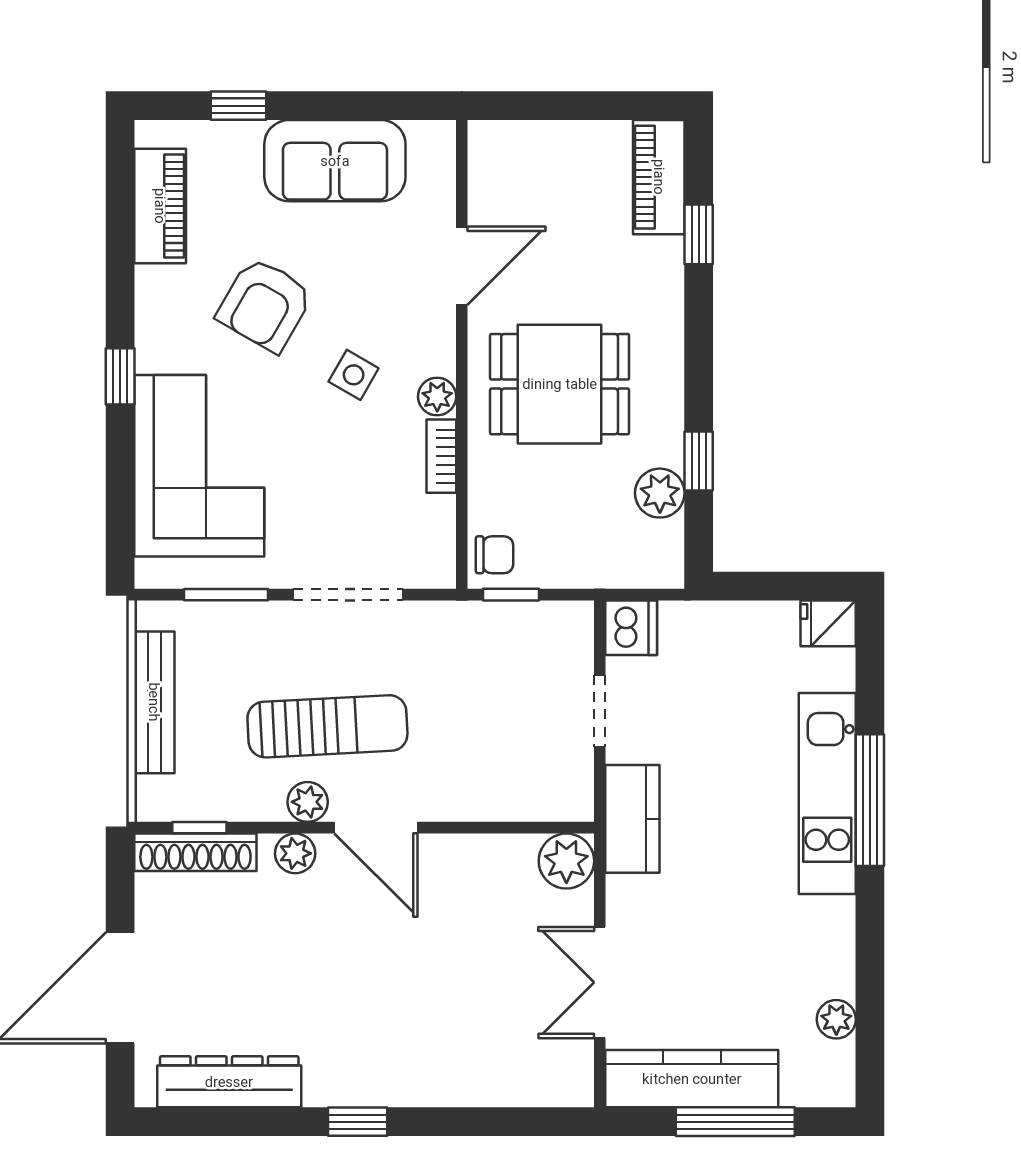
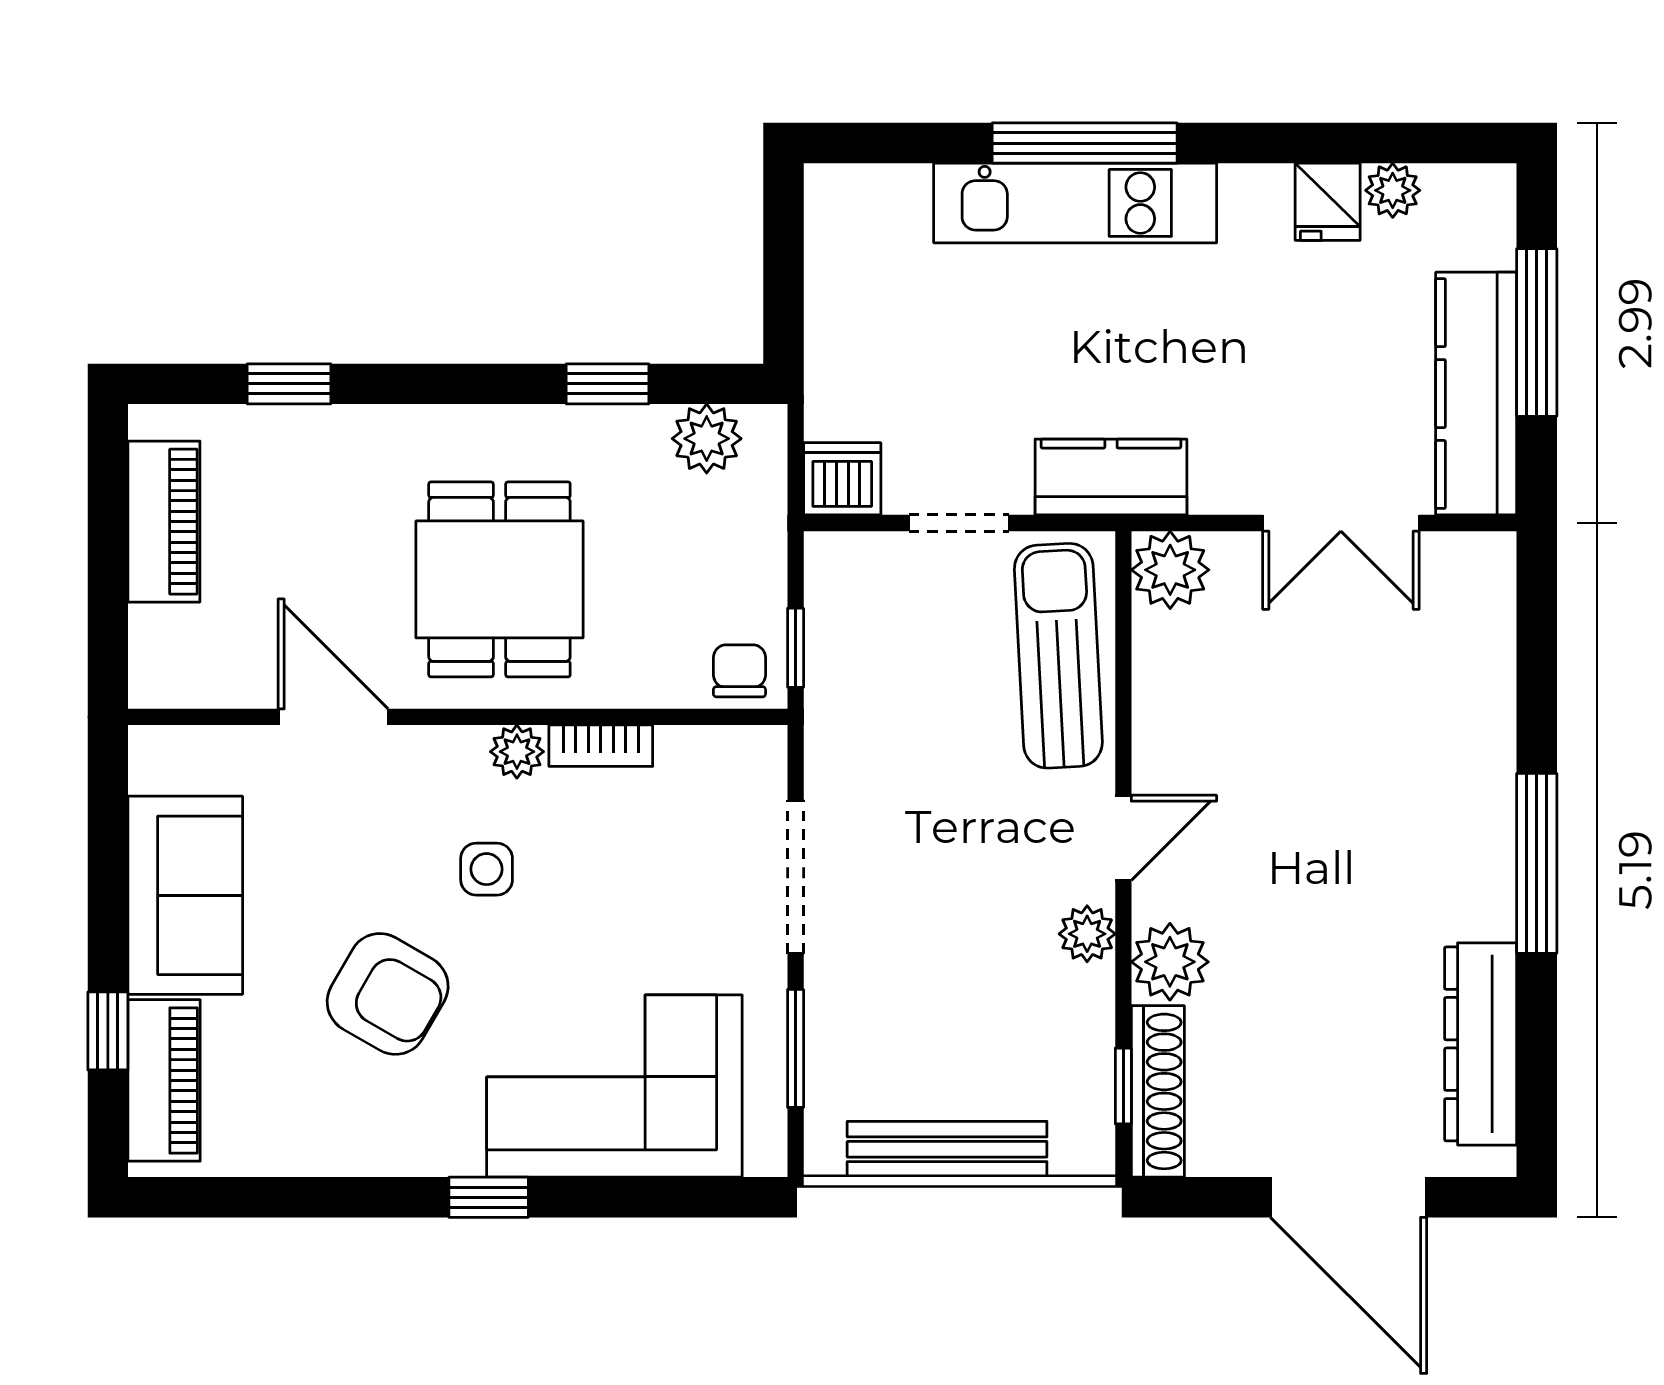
piano: (659, 177) -> (164, 522), moved, turned -90
piano: (160, 206) -> (164, 1080), moved, turned 90
side table: (354, 375) -> (487, 869), turned -30
plant: (660, 493) -> (707, 439), moved
fridge: (828, 623) -> (1328, 202), moved
sun lounger: (327, 726) -> (1058, 656), moved
door: (376, 828) -> (1123, 838), width x0.73
plant: (295, 853) -> (1170, 962), width x1.38, depth x1.38
window: (358, 1122) -> (1537, 863), width x2.17

